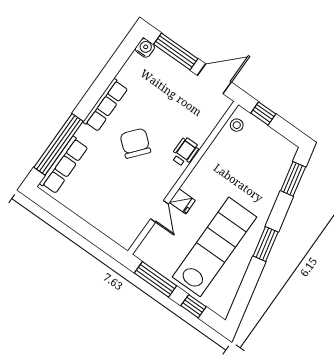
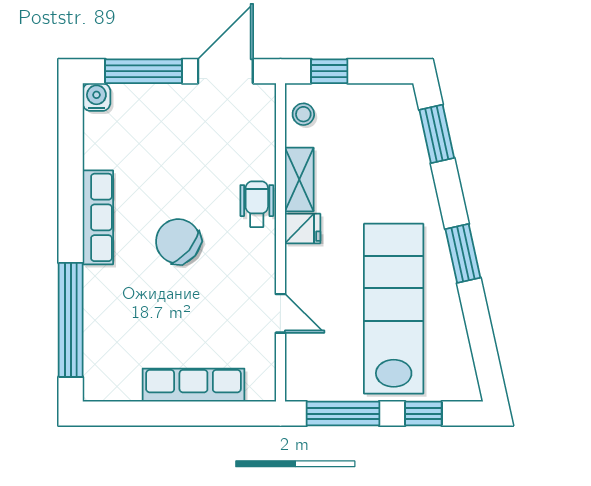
shelving: (213, 154) -> (299, 179), added
row of seats: (64, 165) -> (193, 385), moved, turned -90
fridge: (182, 201) -> (303, 228), moved

